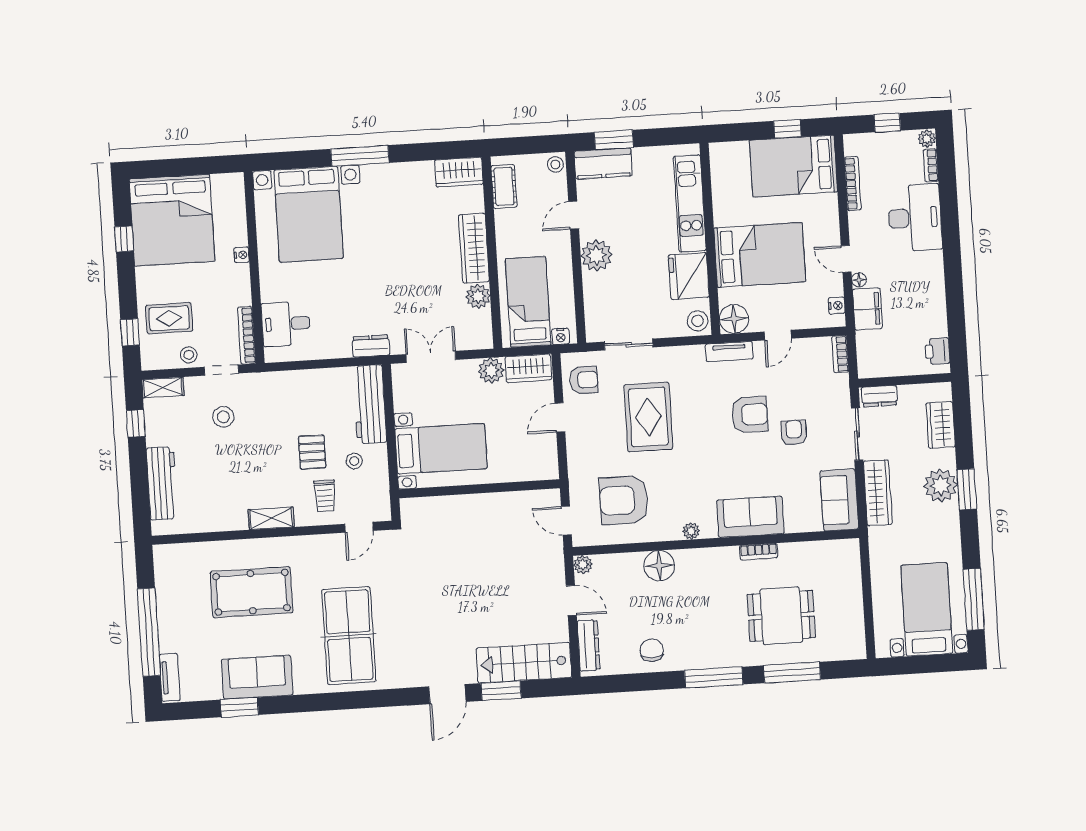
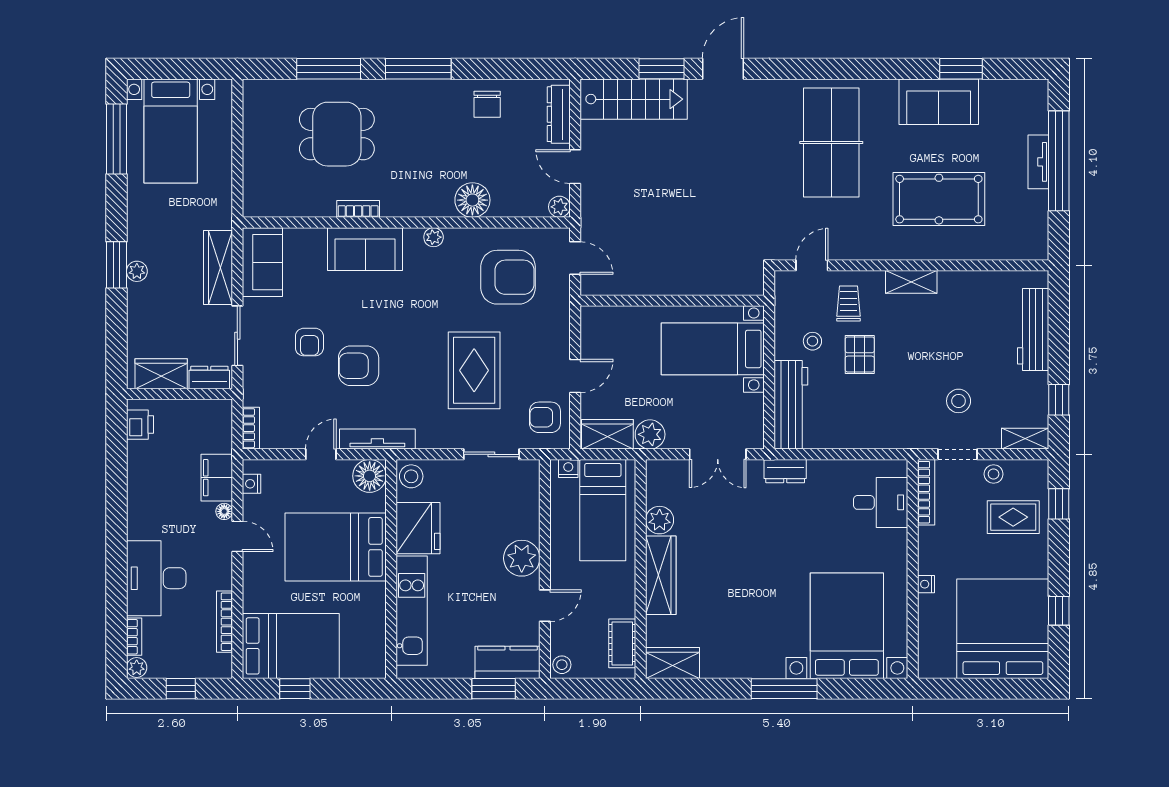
tv unit: (729, 352) -> (377, 439), width x1.41
wardrobe: (941, 425) -> (161, 374), moved, turned -90
plant: (941, 485) -> (137, 271), width x0.53, depth x0.53
tv unit: (170, 677) -> (1038, 162), moved

